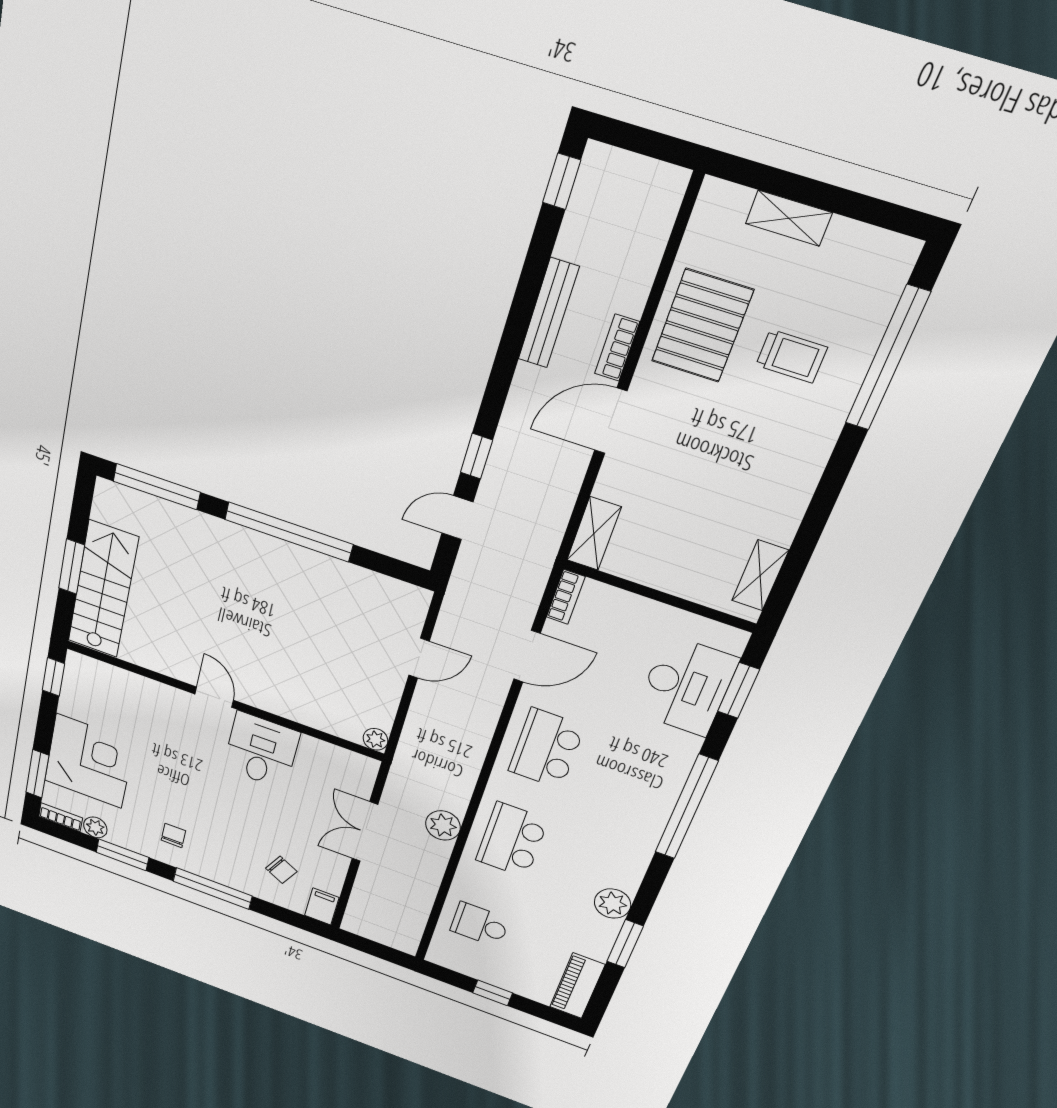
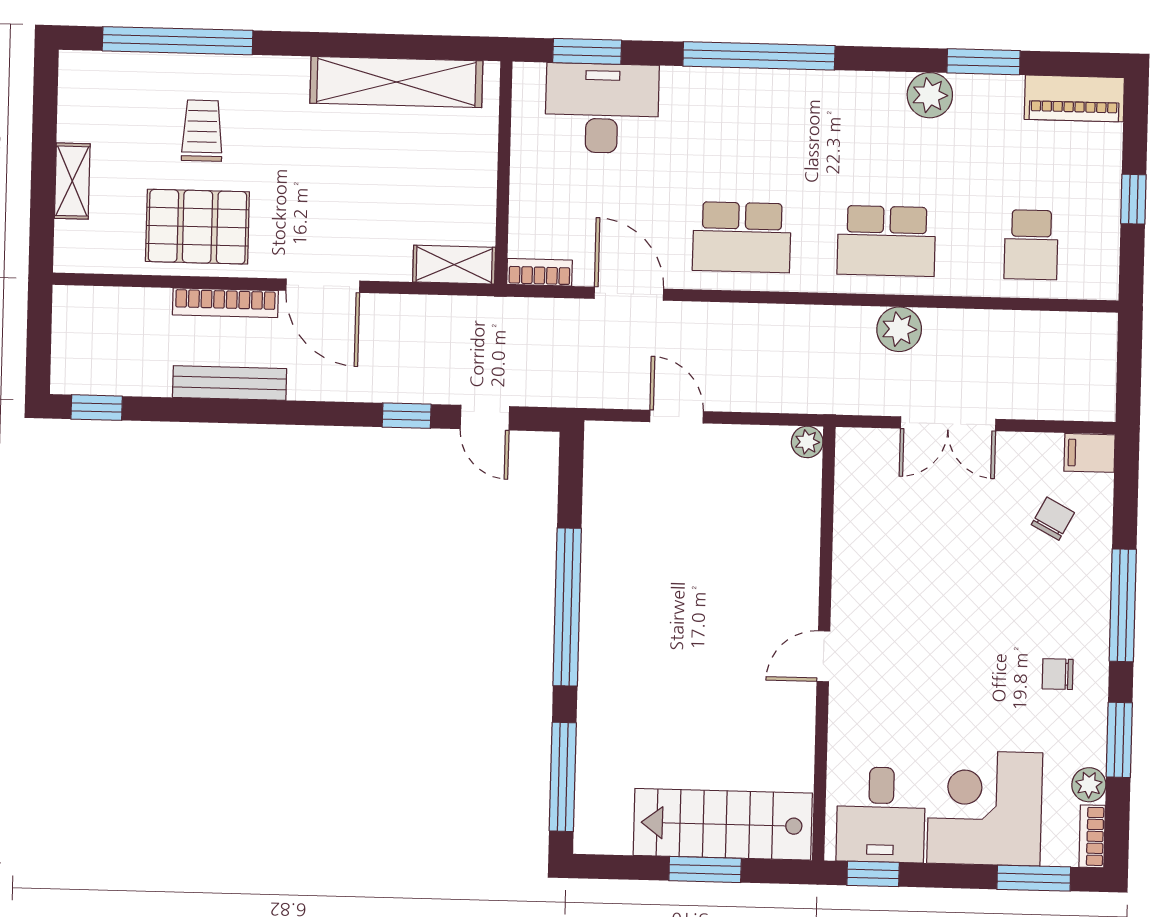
bookcase: (617, 348) -> (225, 303), width x1.56
shelving: (760, 575) -> (396, 82), width x2.20, depth x1.33
desk: (261, 751) -> (881, 815), moved, turned -90

